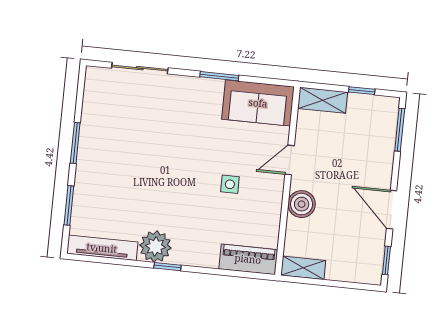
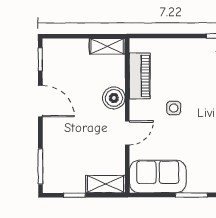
piano: (248, 259) -> (140, 76), moved, turned -90

